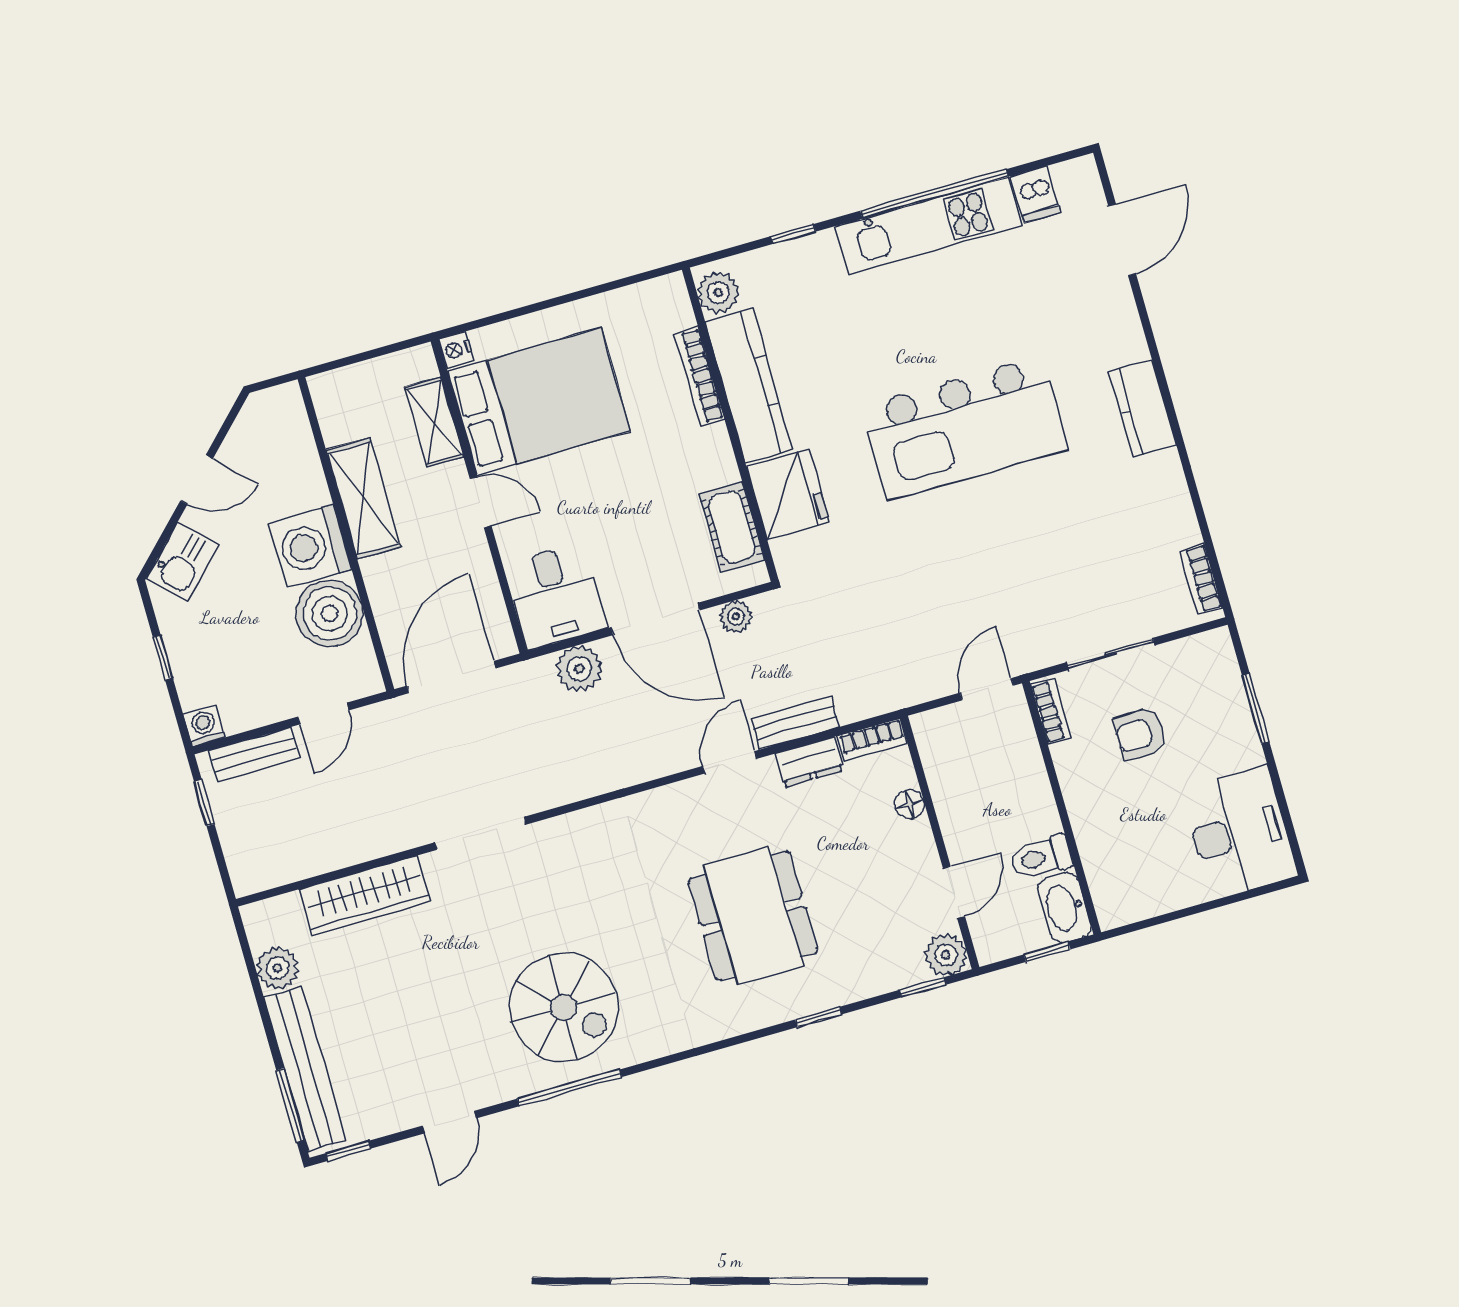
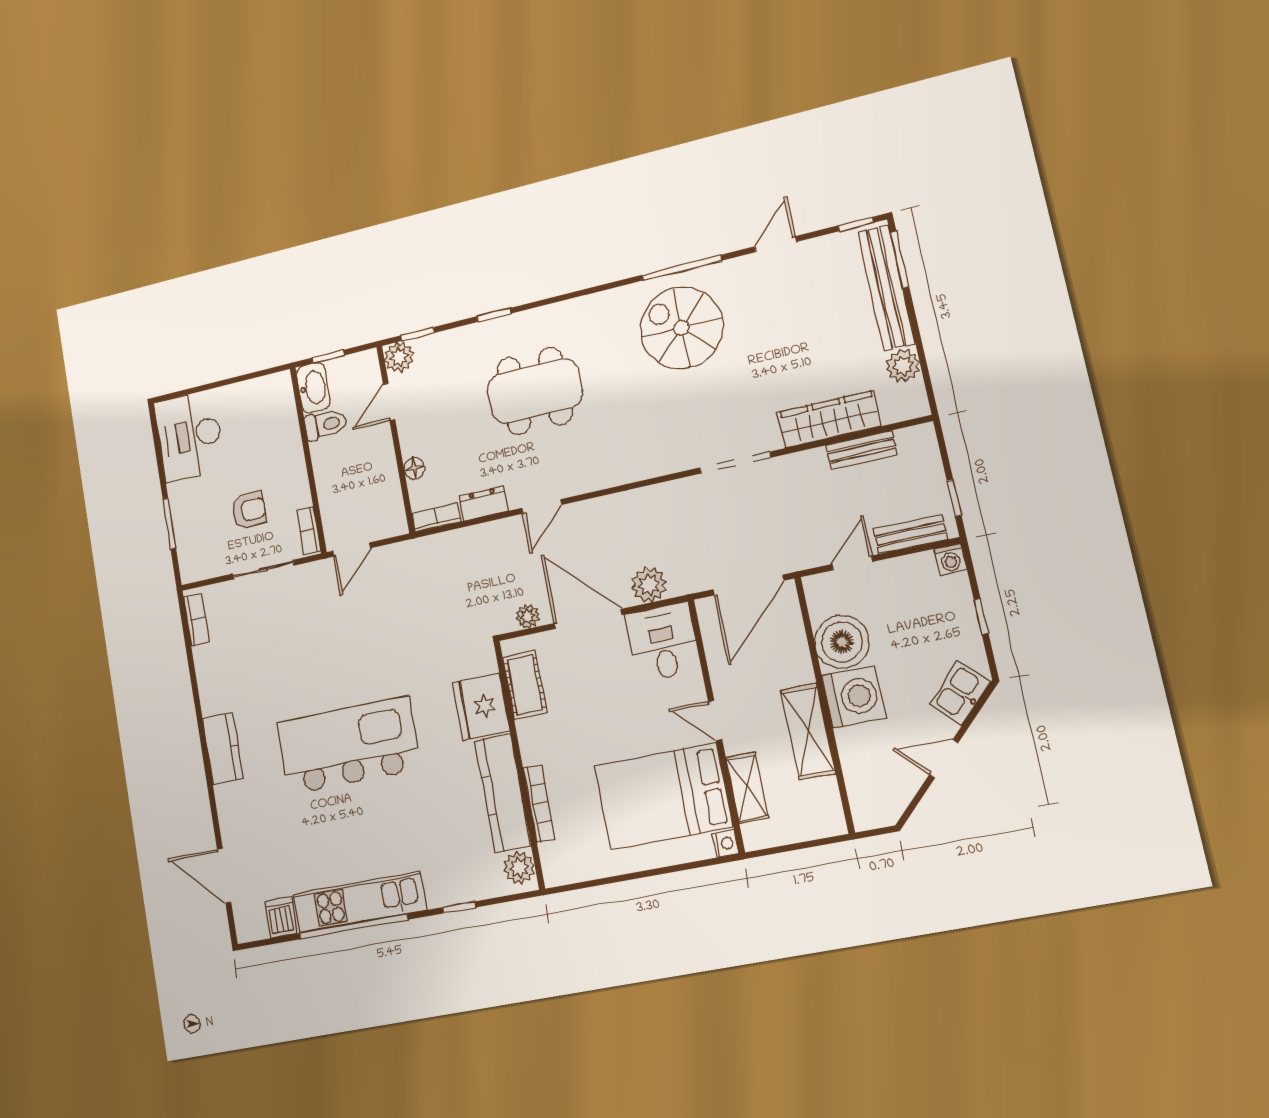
door: (1122, 240) -> (224, 876), hinge flipped
bench: (795, 723) -> (861, 450), moved
dining table: (753, 916) -> (535, 391), turned 90

